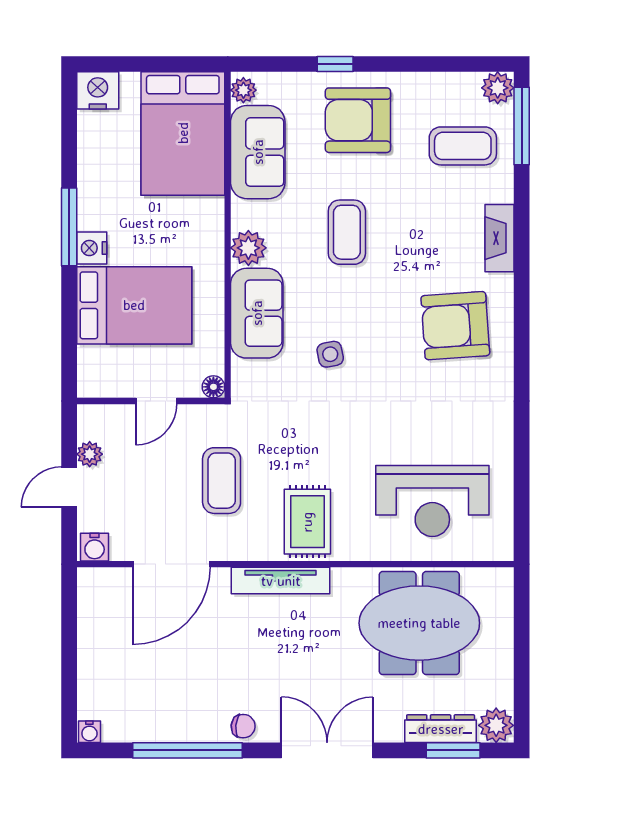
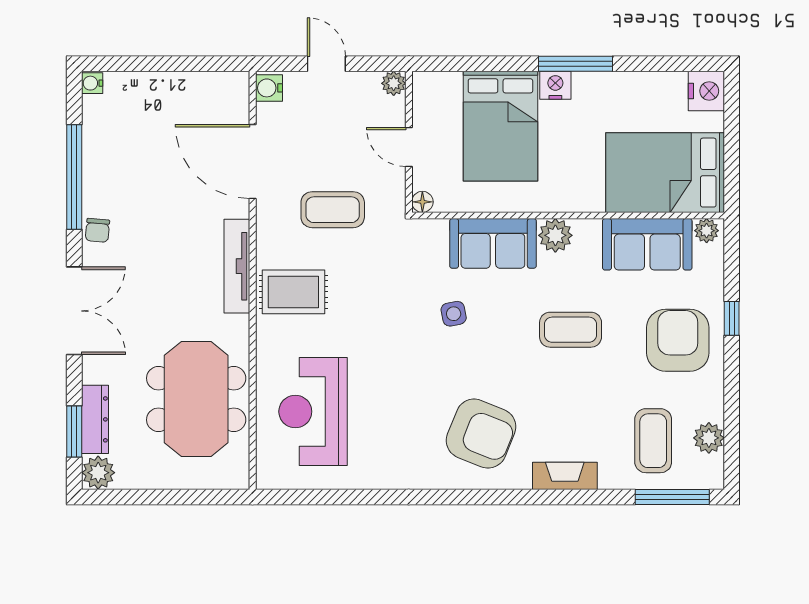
plant: (498, 88) -> (709, 438), moved
armchair: (455, 326) -> (481, 434), turned 116
plant: (90, 454) -> (394, 83), moved

